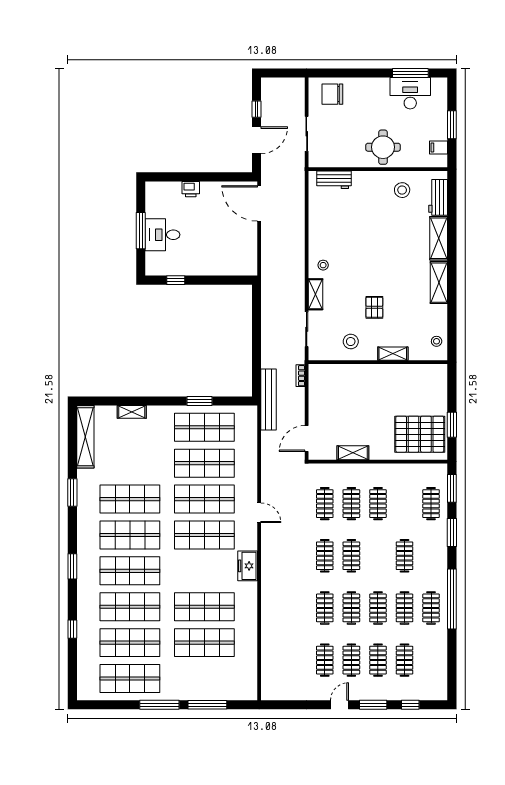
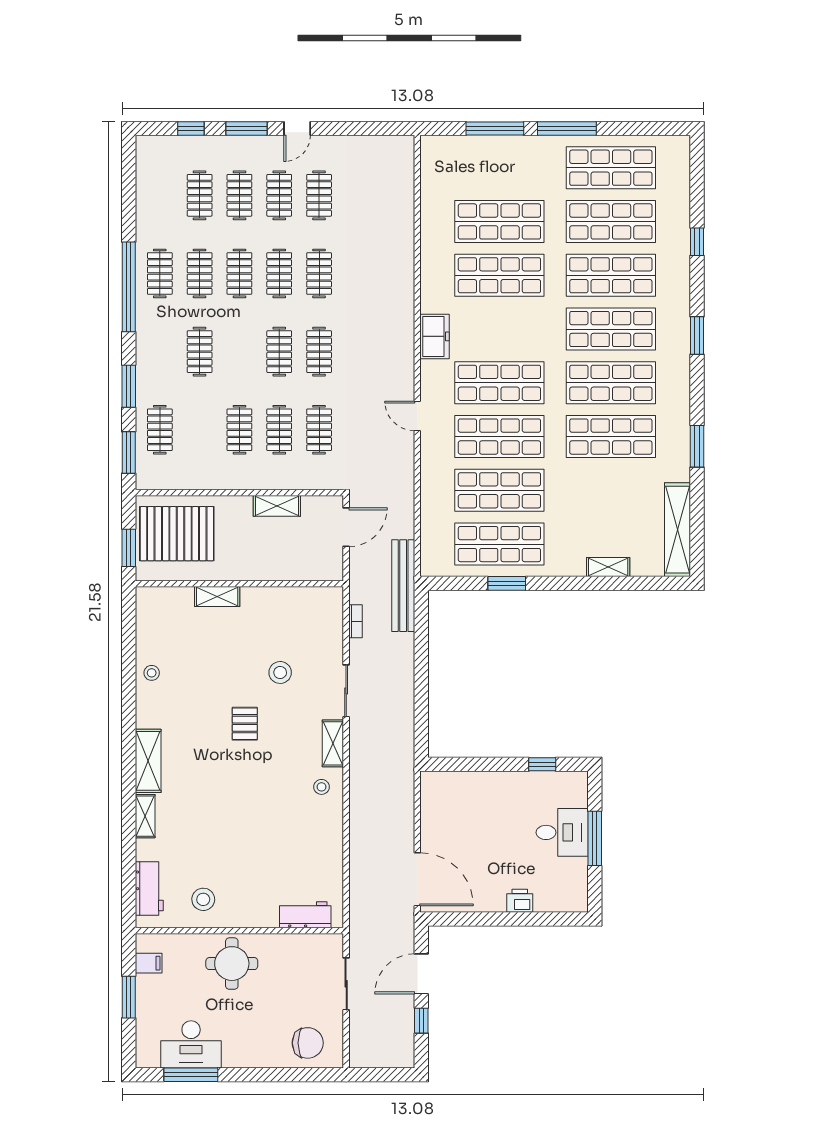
shelving: (439, 238) -> (145, 816), width x0.67, depth x0.75
shelving: (393, 354) -> (217, 597), moved
wall: (378, 362) -> (239, 584), moved

